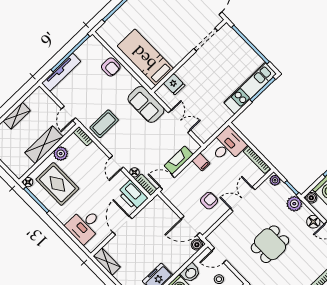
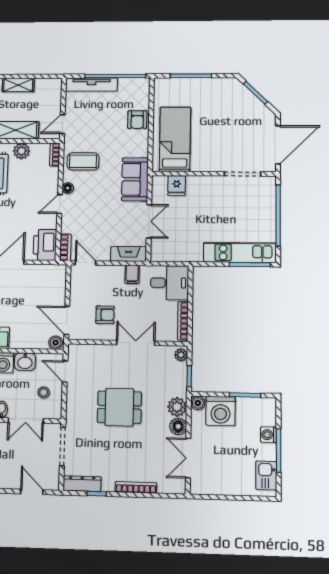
fireplace: (179, 160) -> (129, 254), moved
floor lamp: (134, 172) -> (68, 188), moved
plant: (294, 204) -> (177, 407), moved

